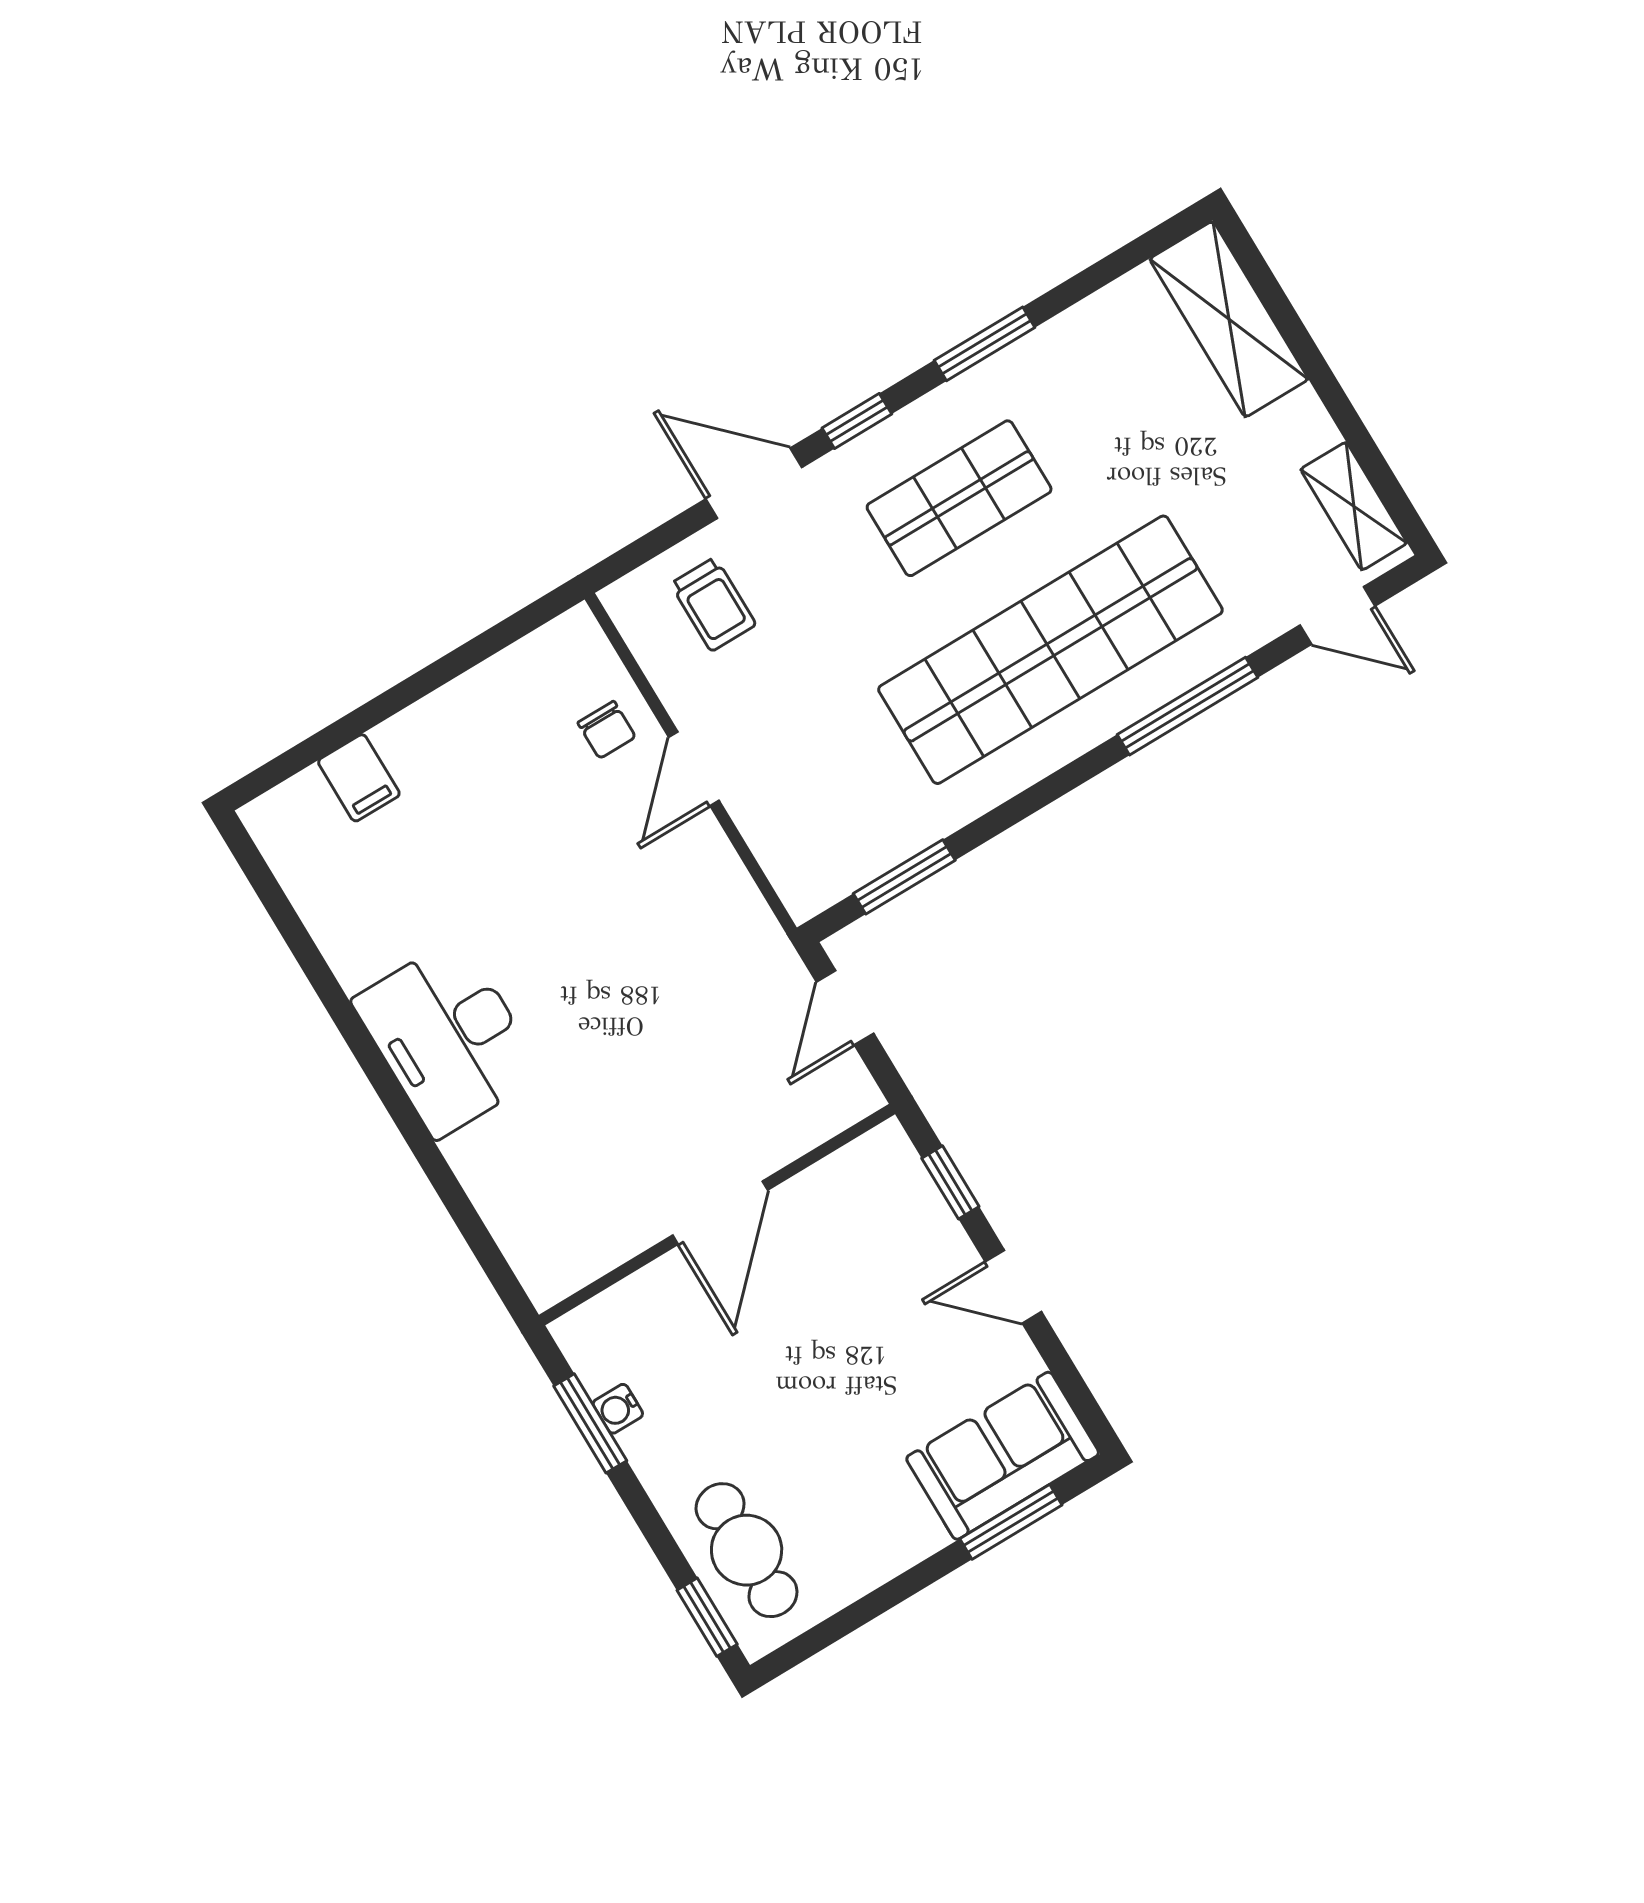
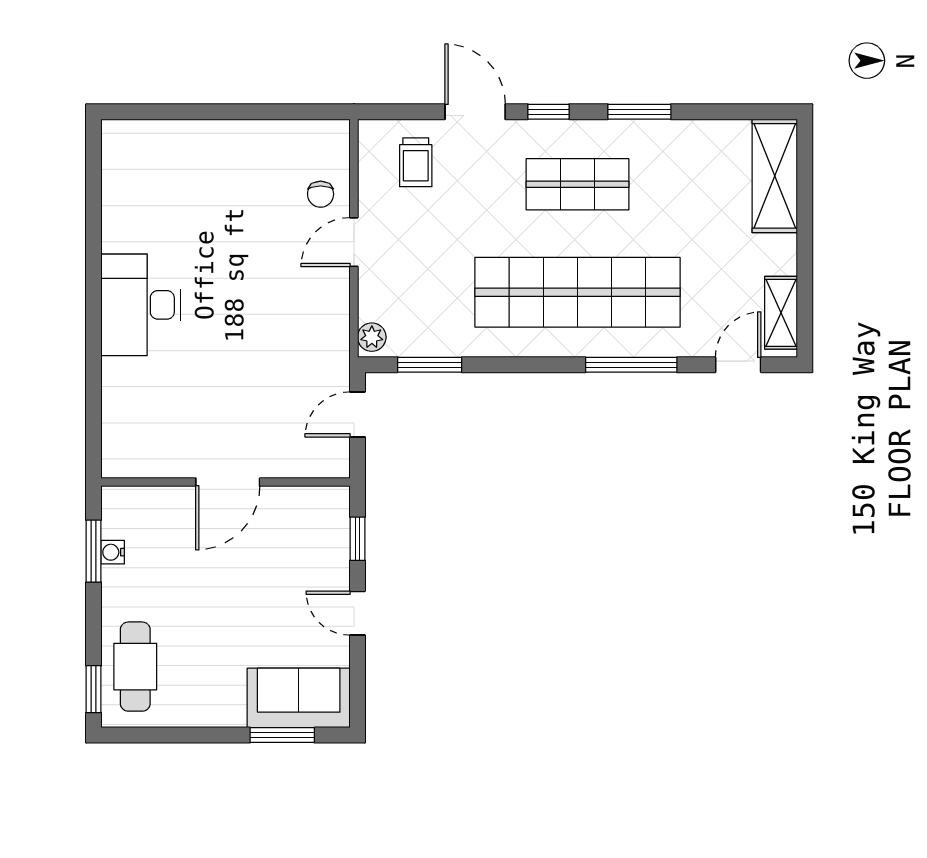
door: (1337, 616) -> (738, 365), swing flipped
filing cabinet: (359, 778) -> (176, 141), removed
plant: (800, 887) -> (372, 337), added

